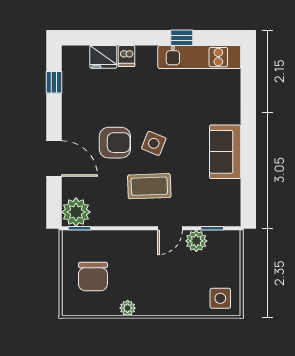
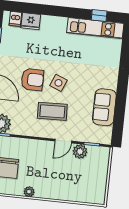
window: (182, 38) -> (99, 15), moved
dishwasher: (126, 56) -> (15, 19), moved
sofa: (225, 152) -> (104, 107), moved
side table: (220, 298) -> (92, 192), removed

